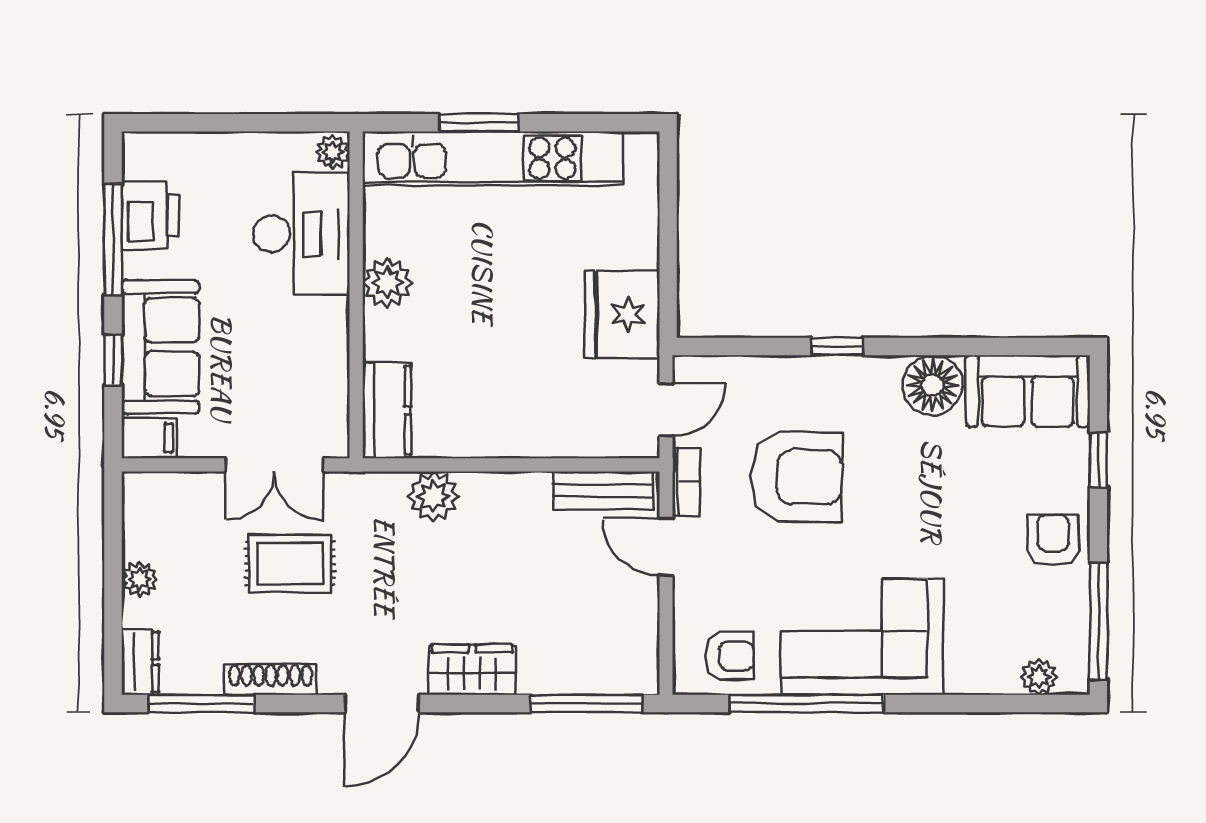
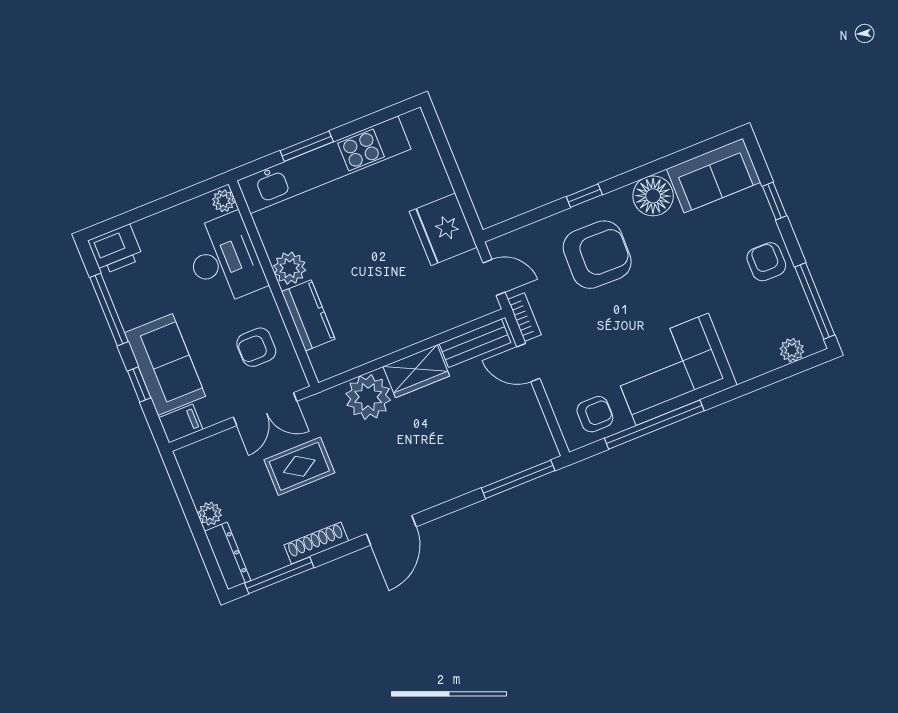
printer: (150, 215) -> (116, 250), moved, turned 90
armchair: (297, 374) -> (256, 347), added
kitchen counter: (387, 410) -> (308, 315), moved
door: (666, 410) -> (494, 277), hinge flipped
armchair: (797, 477) -> (597, 255), moved
plant: (433, 496) -> (368, 397), width x1.36, depth x1.36
dresser: (140, 662) -> (228, 556), width x1.44
wardrobe: (472, 670) -> (416, 371), moved, turned 180

